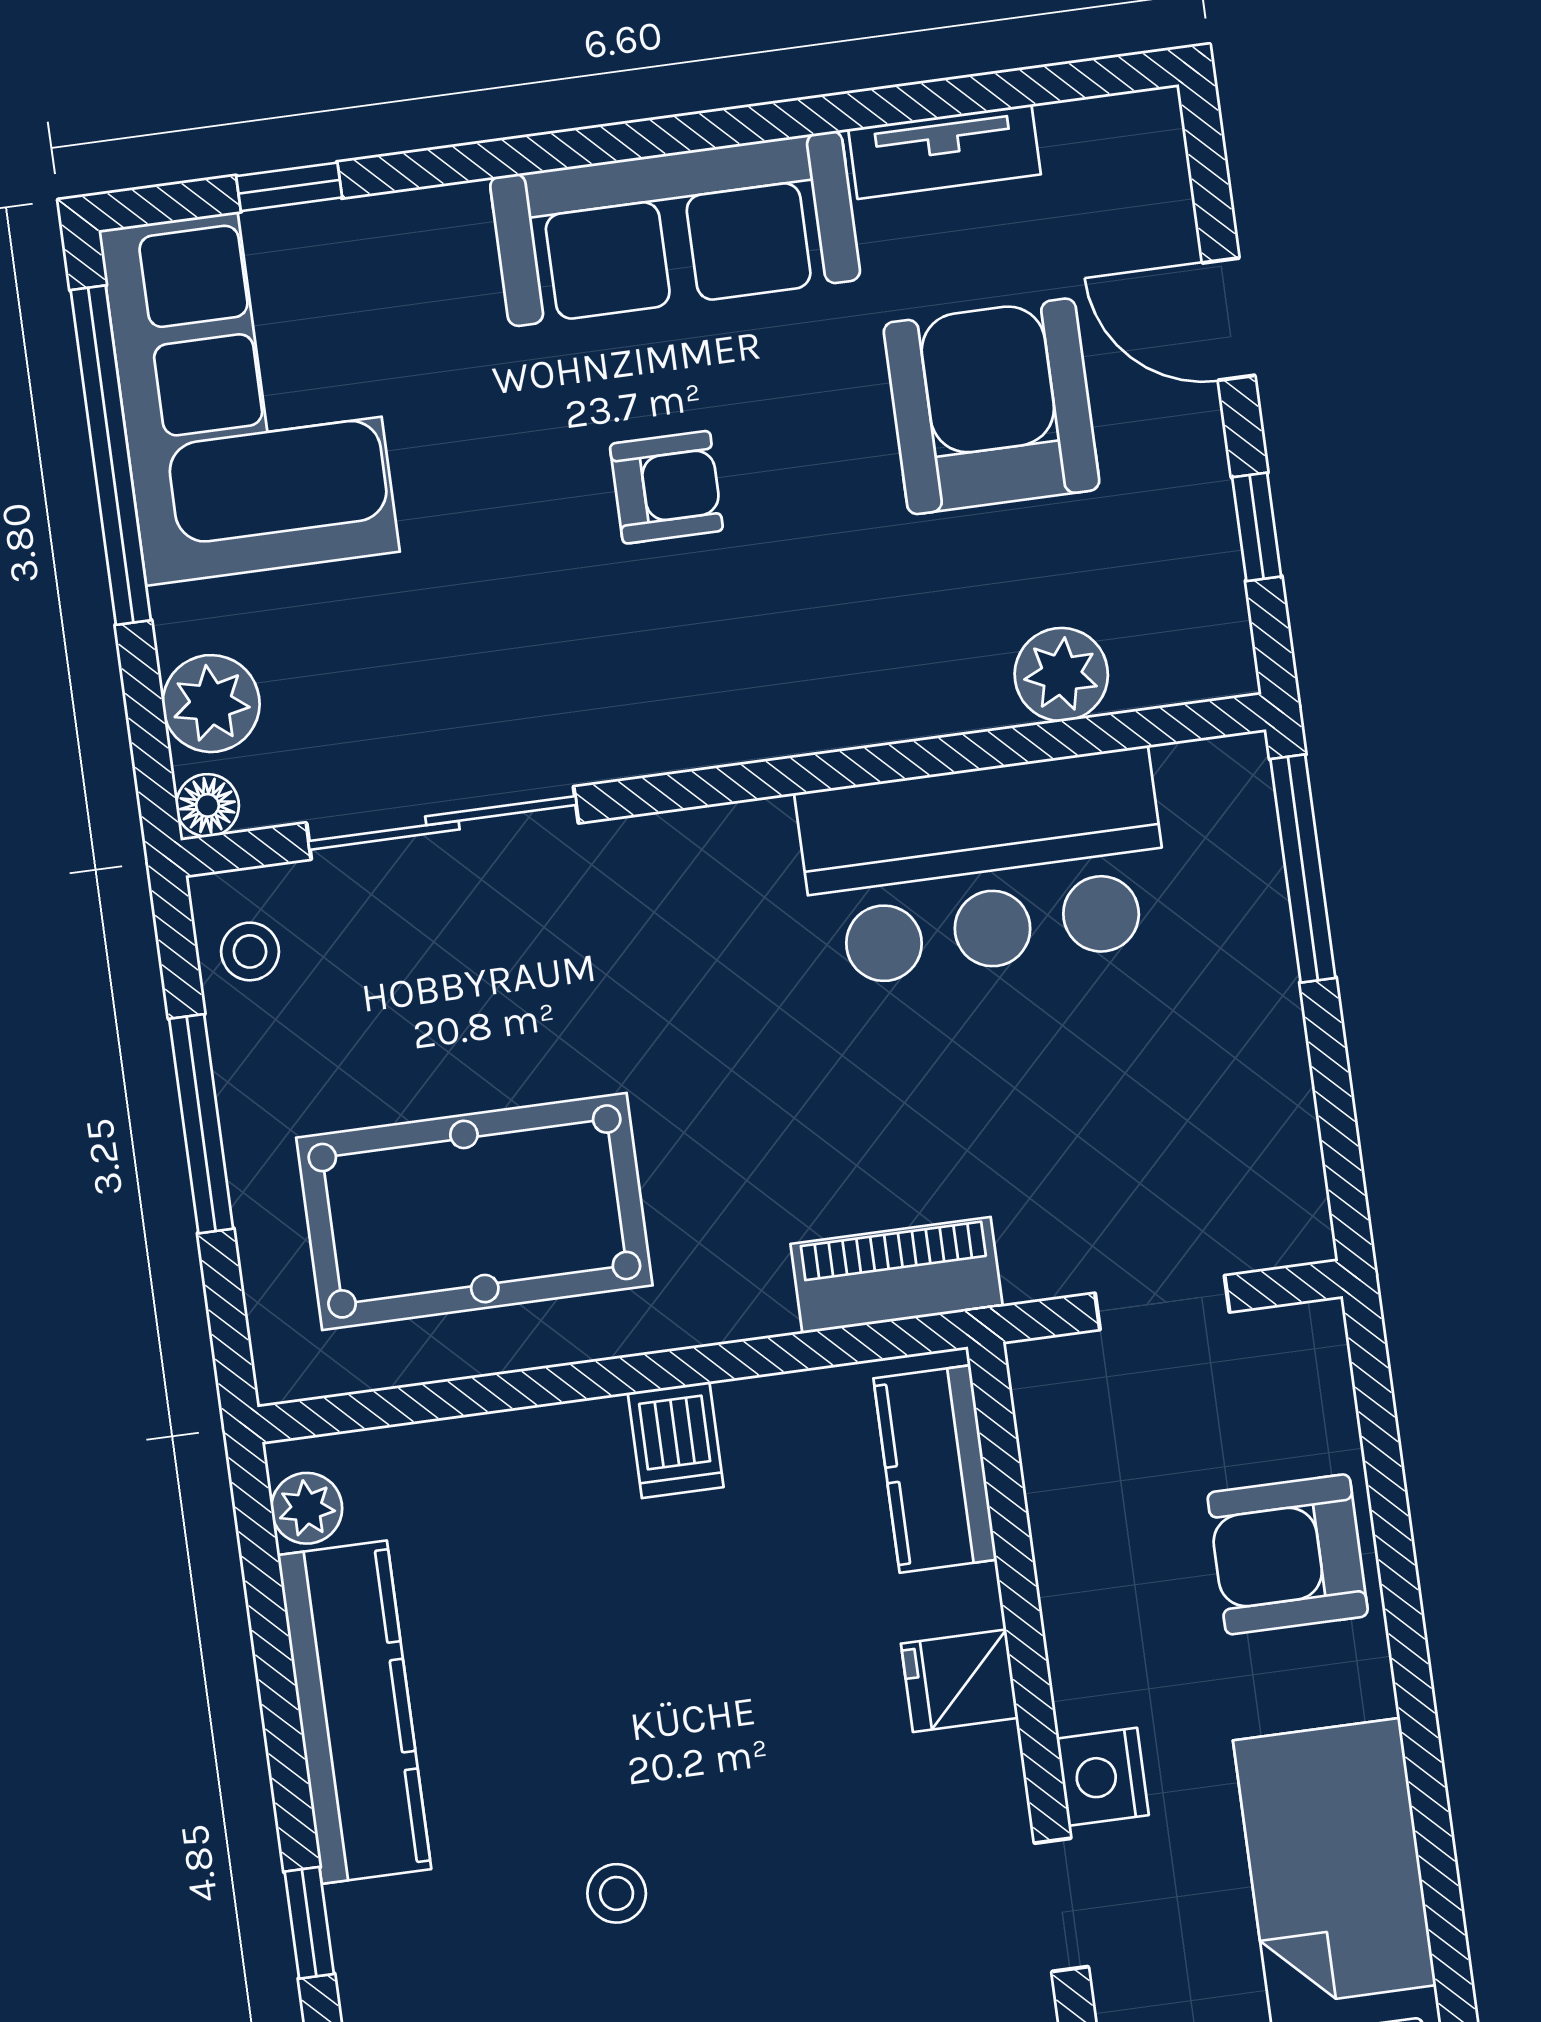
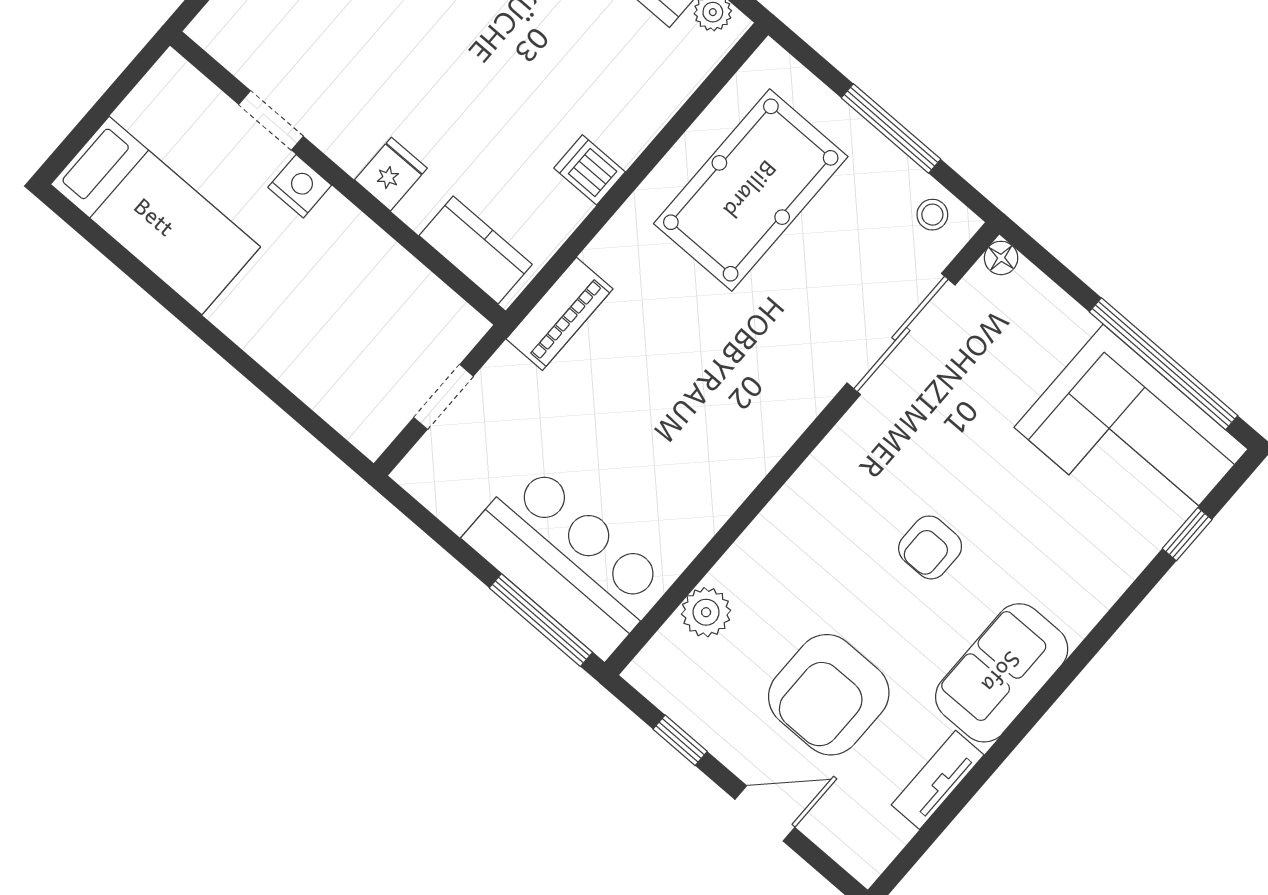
sofa: (675, 229) -> (1002, 673), width x0.73
armchair: (991, 406) -> (829, 695), turned 90
plant: (211, 704) -> (1036, 300), removed
bar counter: (984, 868) -> (567, 560), moved, turned 90
armchair: (1288, 1554) -> (304, 341), removed

